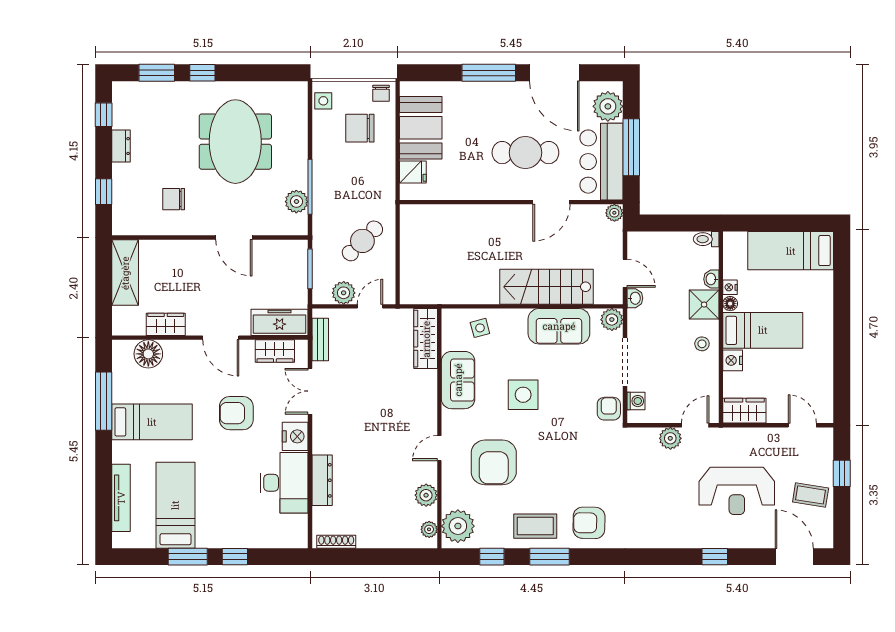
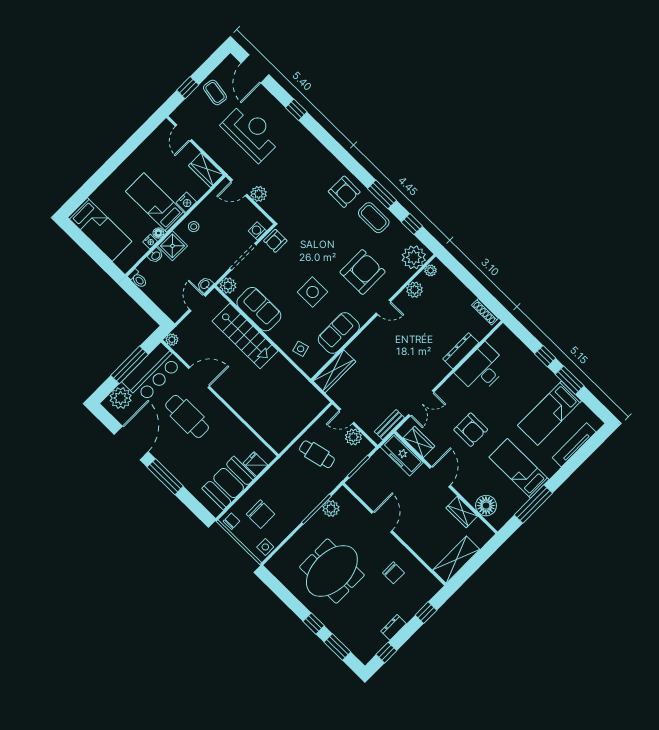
cafe table: (362, 241) -> (317, 454), turned 32
nightstand: (295, 436) -> (452, 387), removed

